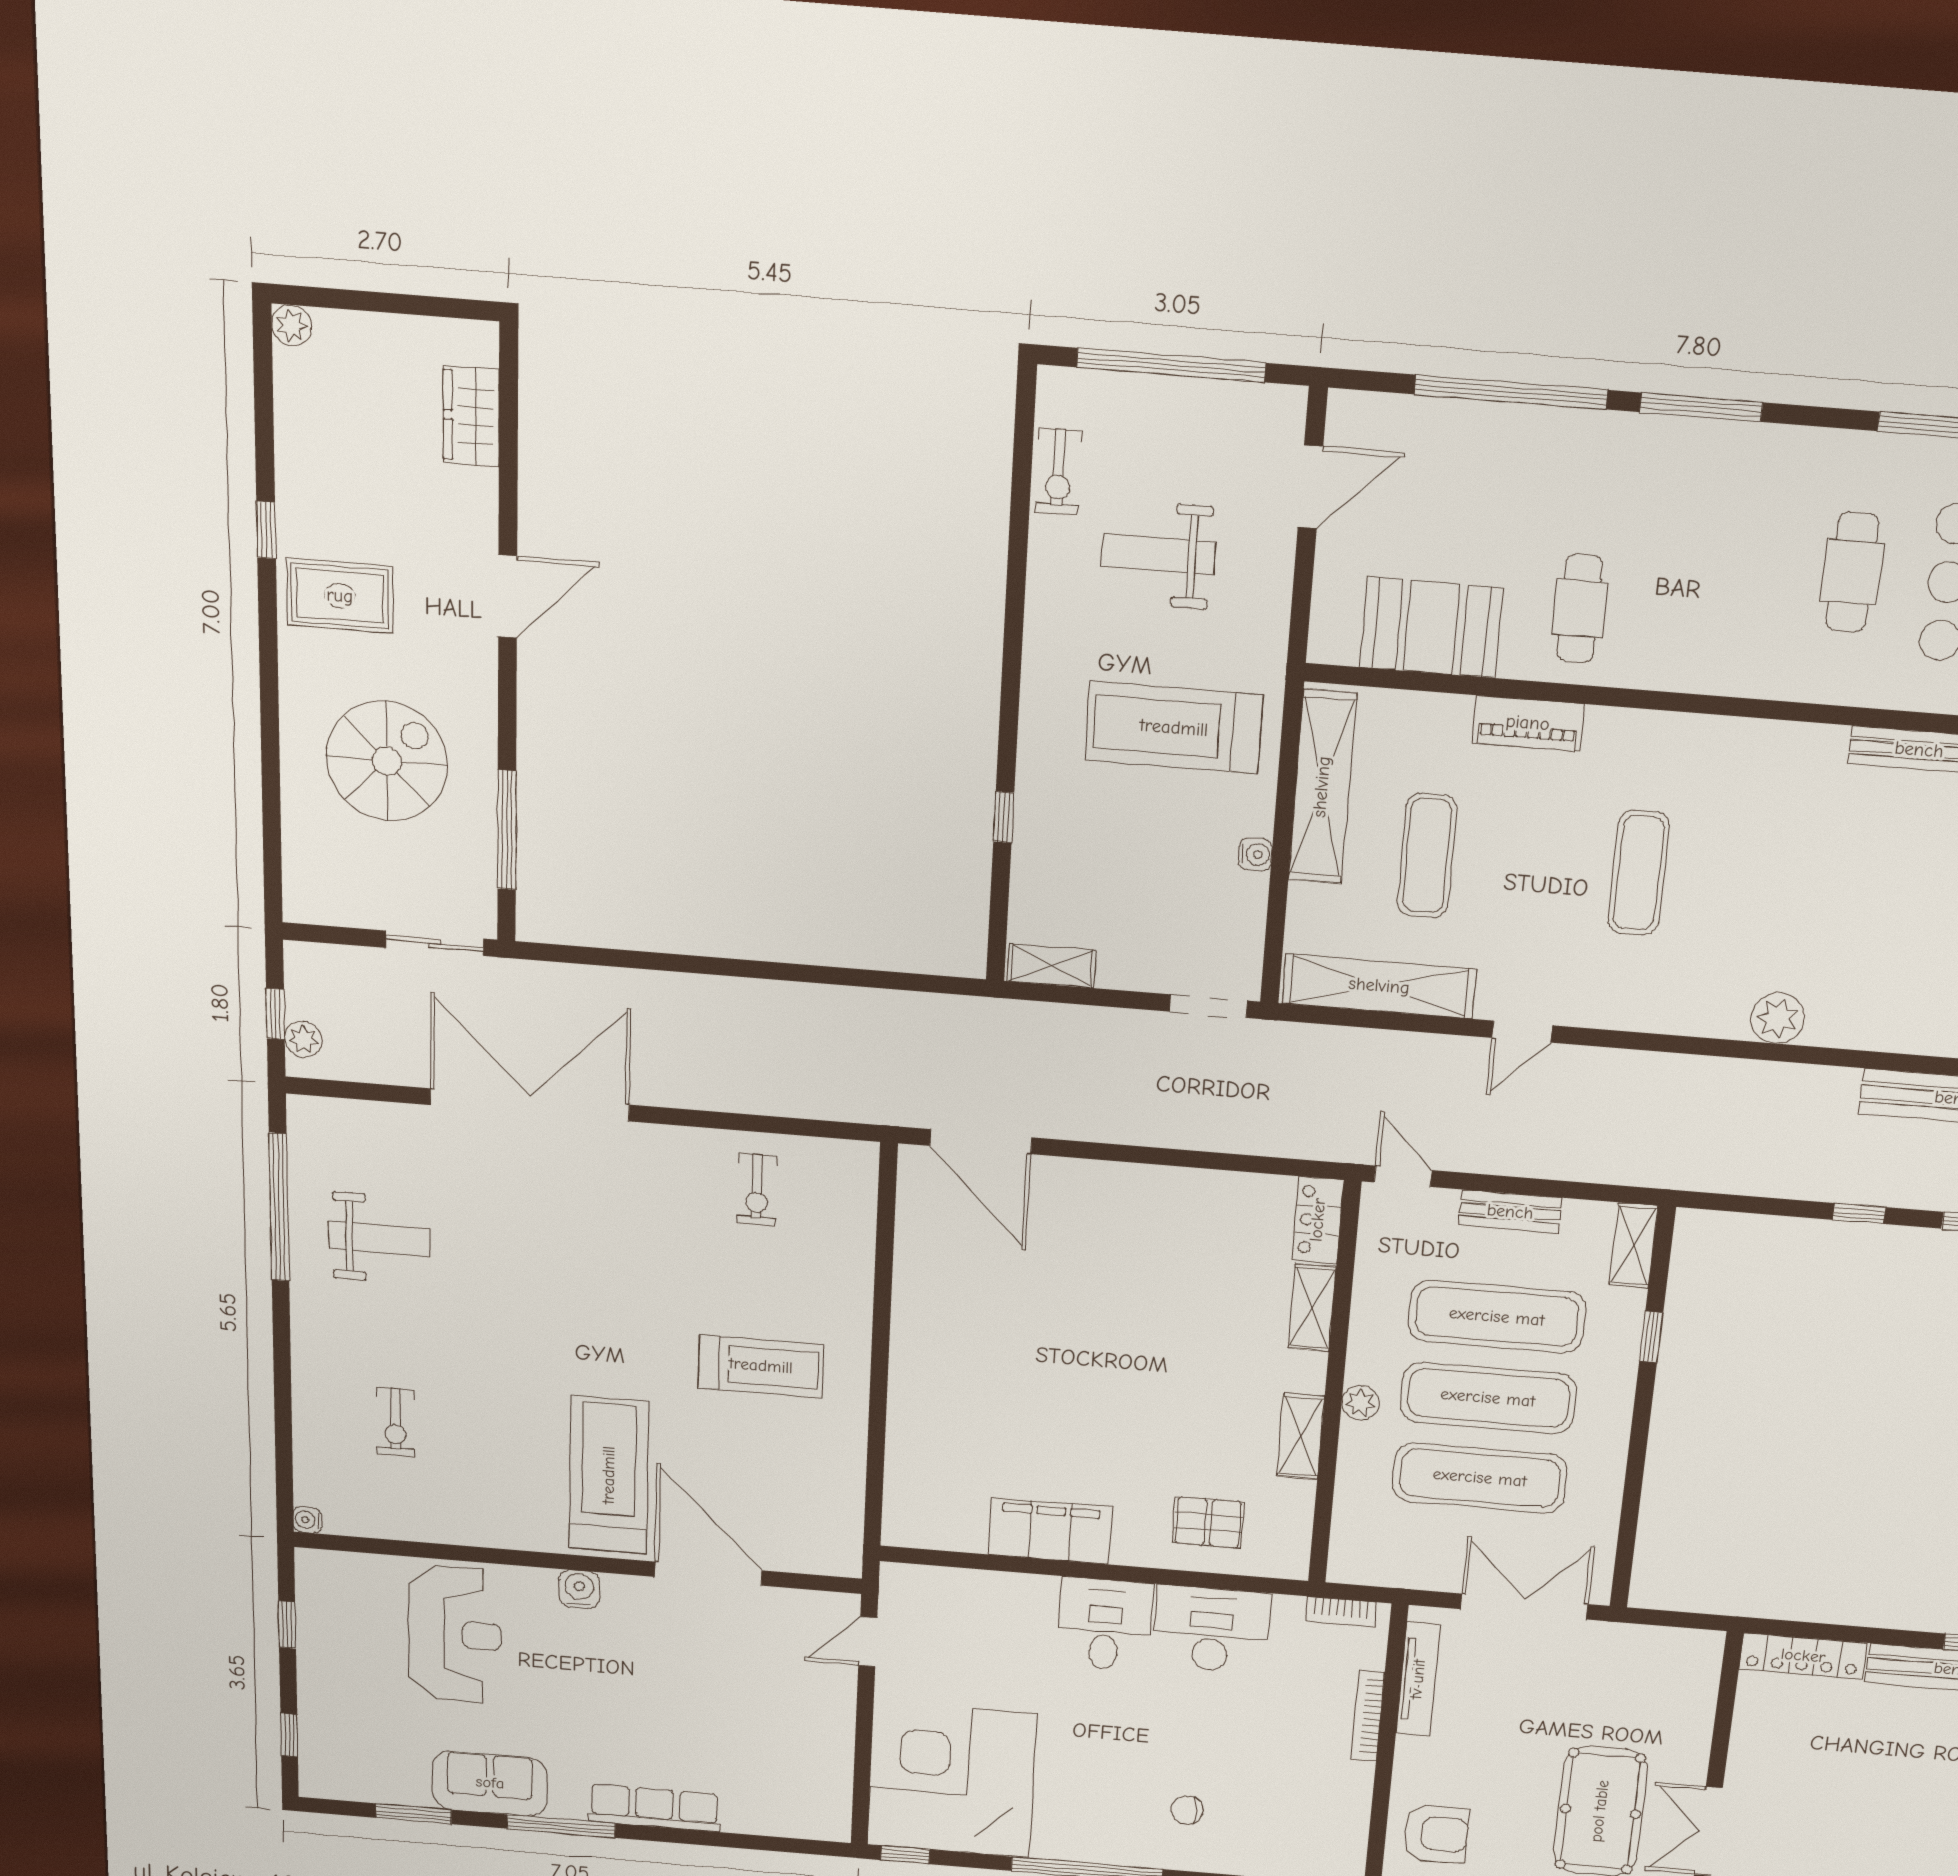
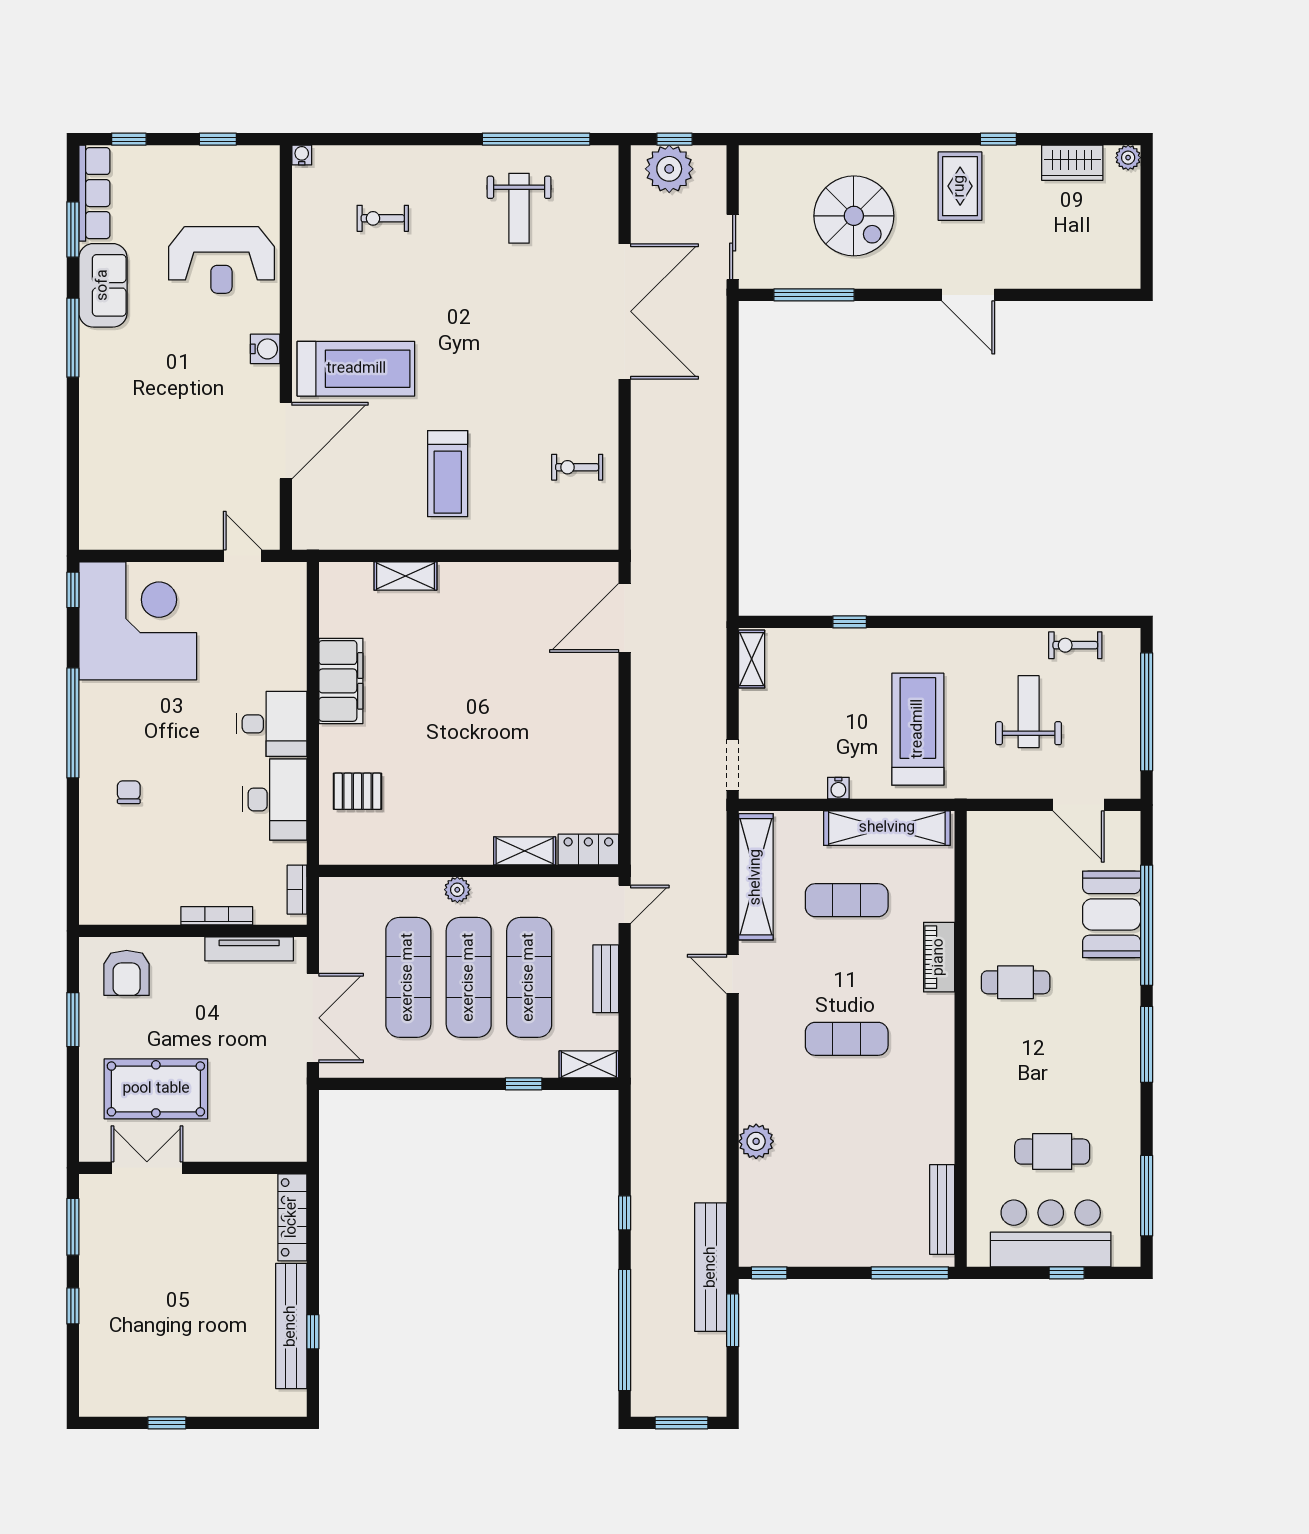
wardrobe: (471, 416) -> (1072, 163), moved, turned 180
booth: (1431, 628) -> (1112, 914), moved
plant: (303, 1039) -> (669, 169), width x1.88, depth x1.88
shelving: (1301, 1436) -> (405, 576), moved
pallet: (1208, 1522) -> (357, 791), turned 90
row of seats: (654, 1808) -> (94, 193), moved

